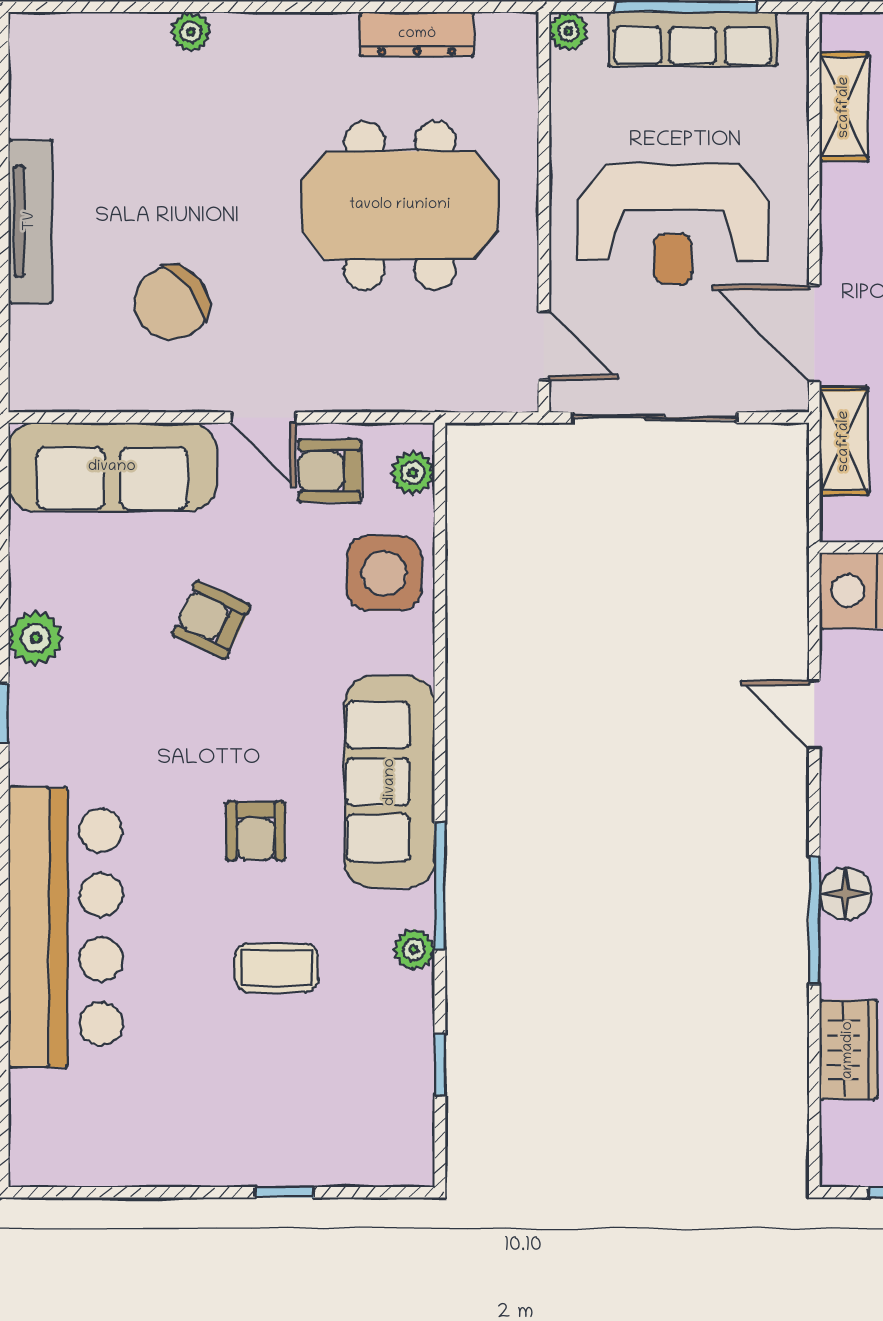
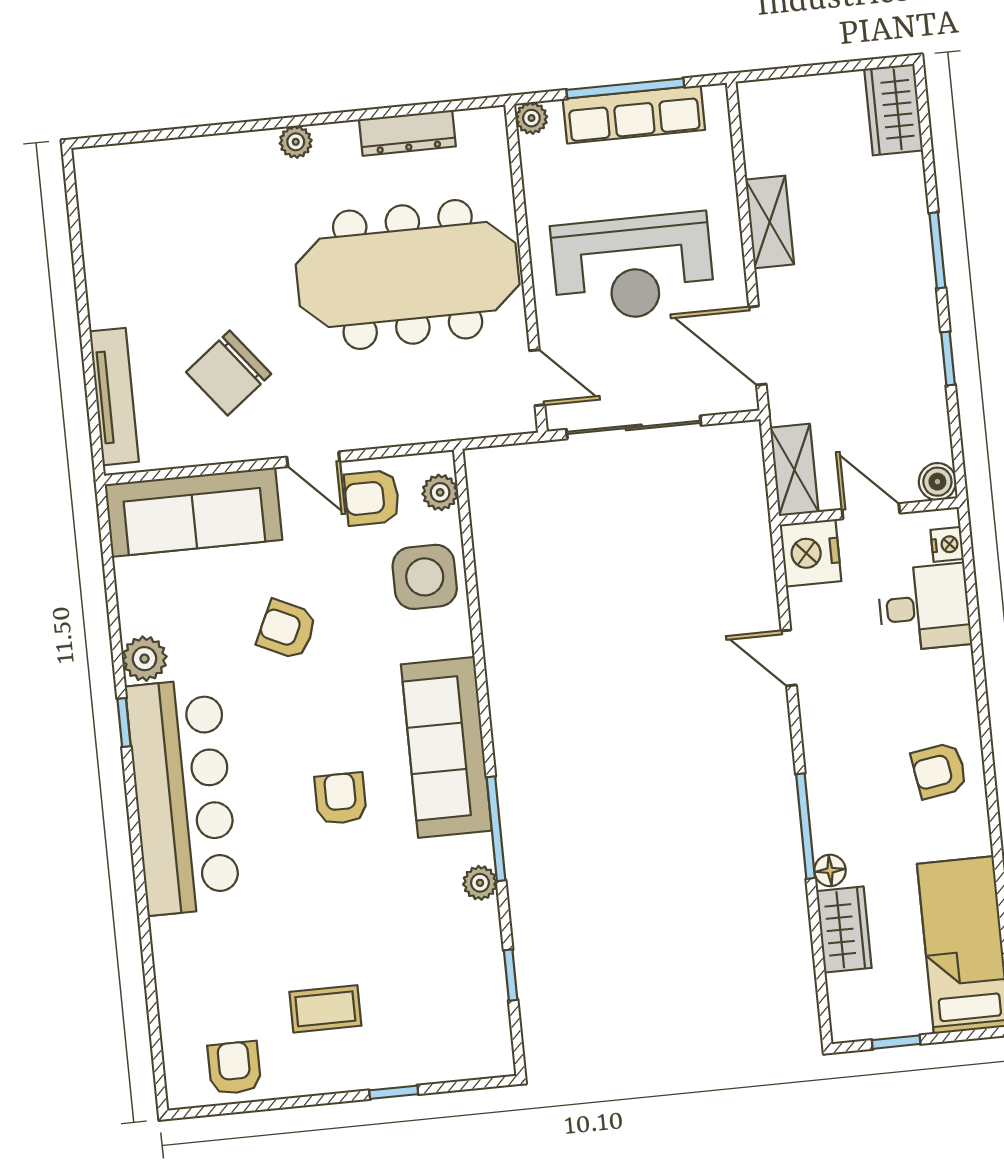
plant: (191, 32) -> (296, 142), moved
shelving: (844, 107) -> (770, 222), moved
meeting table: (400, 205) -> (408, 274), width x1.36
tv unit: (30, 221) -> (114, 397), moved
shelving: (844, 441) -> (794, 470), moved
armchair: (256, 831) -> (341, 799), turned 180
floor lamp: (846, 894) -> (830, 870), moved, width x0.73, depth x0.73
bar counter: (65, 927) -> (183, 797), moved
coffee table: (277, 968) -> (325, 1009), moved
armchair: (95, 1143) -> (234, 1068), added

